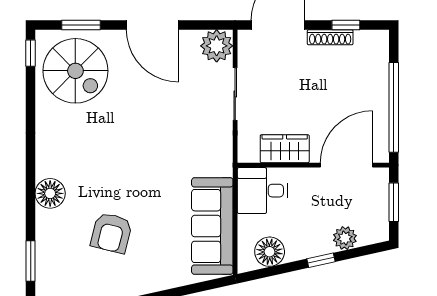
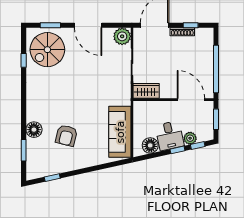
window: (31, 53) -> (24, 60), moved
spiral stairs: (75, 71) -> (47, 50), turned 90
wardrobe: (285, 149) -> (146, 91), moved
door: (347, 165) -> (191, 100), hinge flipped
desk: (262, 191) -> (170, 136), moved, turned -102
floor lamp: (50, 193) -> (34, 130), moved
window: (359, 252) -> (198, 145), added

